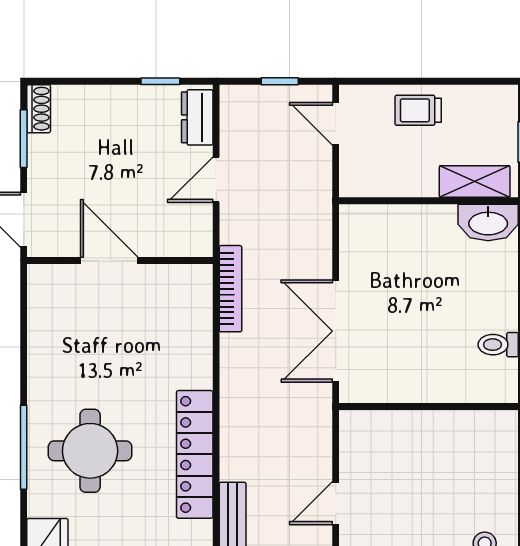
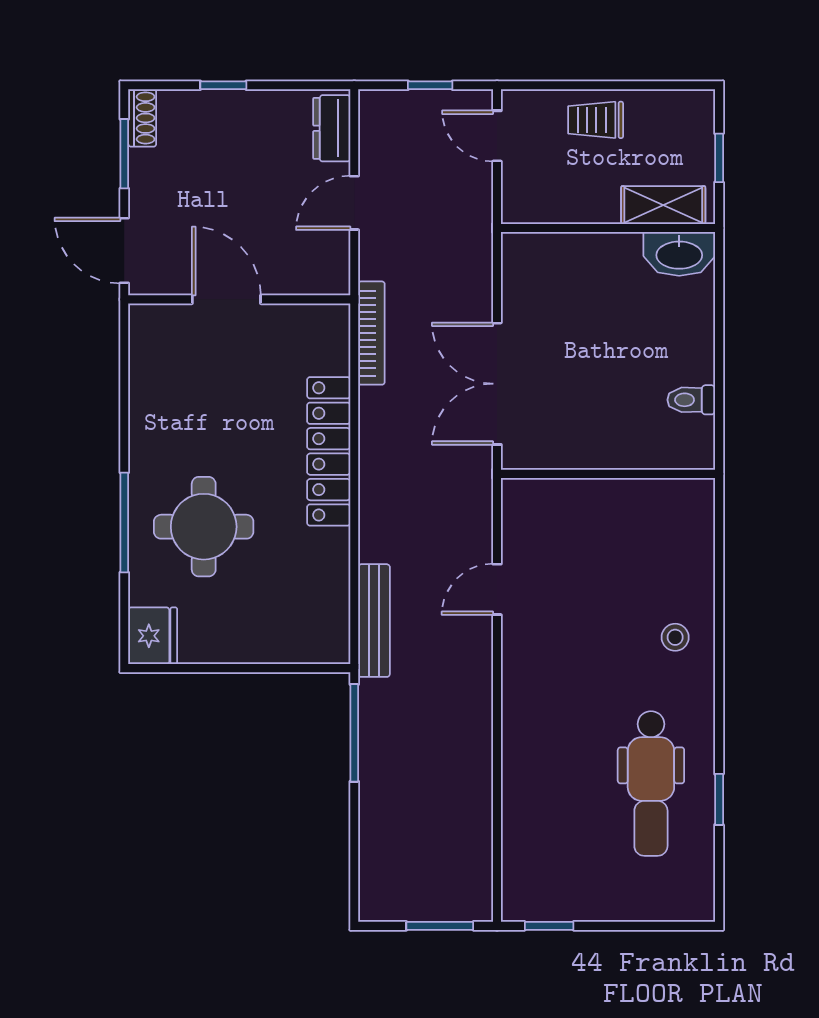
window: (160, 81) -> (223, 85), moved
locker: (195, 454) -> (329, 451), moved

